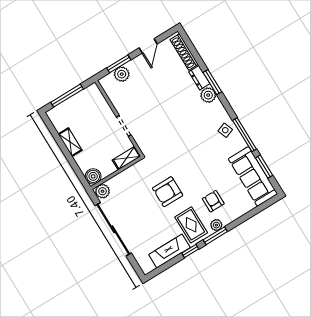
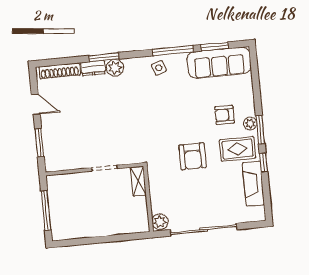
plant: (122, 74) -> (51, 145), removed
shelving: (70, 142) -> (94, 230), removed
boiler: (93, 176) -> (140, 224), removed

